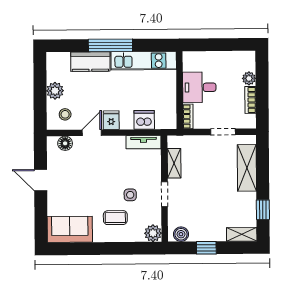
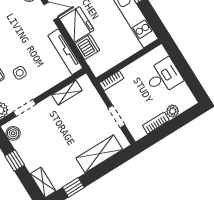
desk: (199, 87) -> (163, 76), moved, turned 90
fridge: (111, 120) -> (77, 24), width x1.88, depth x1.34
tv unit: (143, 142) -> (65, 52), width x1.41
doorway: (164, 194) -> (25, 108), moved

